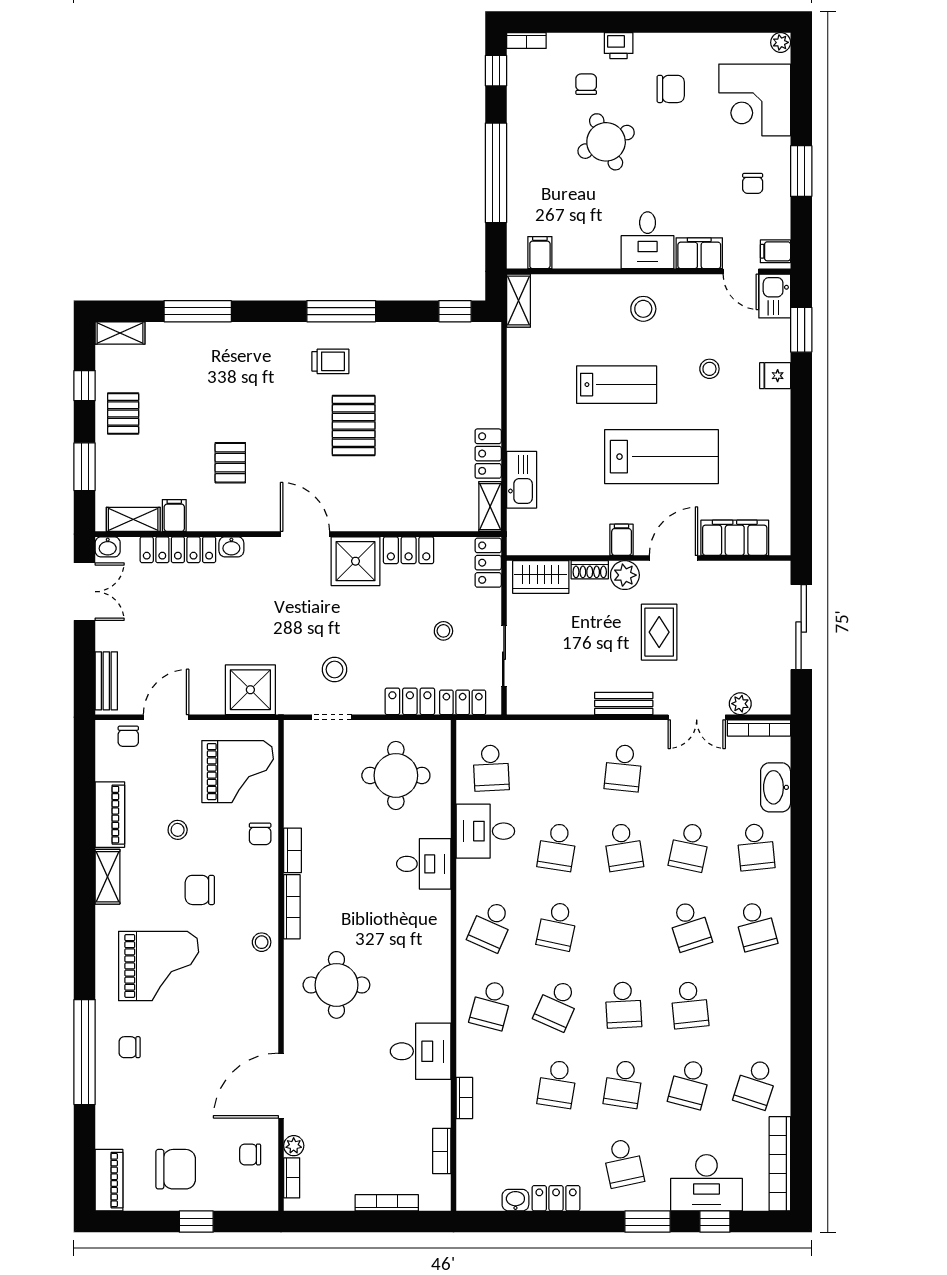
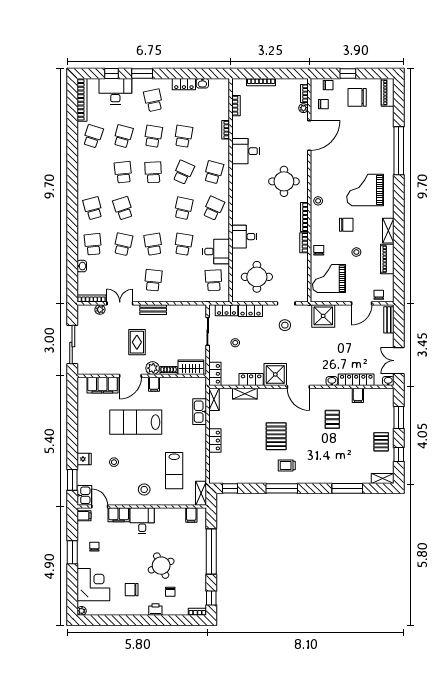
lab bench: (617, 385) -> (174, 471), moved, turned -90
locker: (488, 454) -> (215, 441), moved
shelving: (133, 519) -> (245, 394), moved
washbasin: (776, 787) -> (82, 266), width x0.52, depth x0.69
chair: (130, 1047) -> (328, 85), moved

